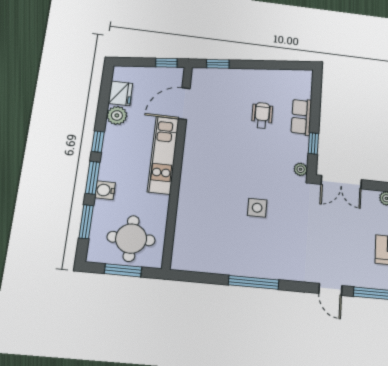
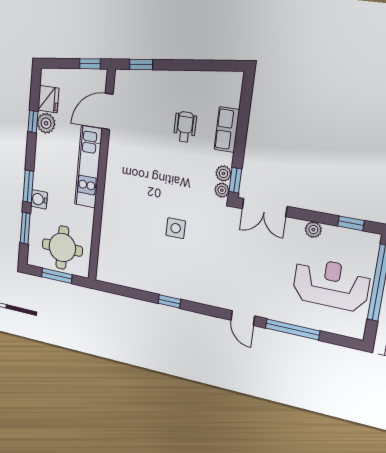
window: (98, 142) -> (33, 122), moved
window: (313, 143) -> (235, 180), moved
plant: (301, 154) -> (223, 173), added
window: (254, 282) -> (169, 301), width x0.46

